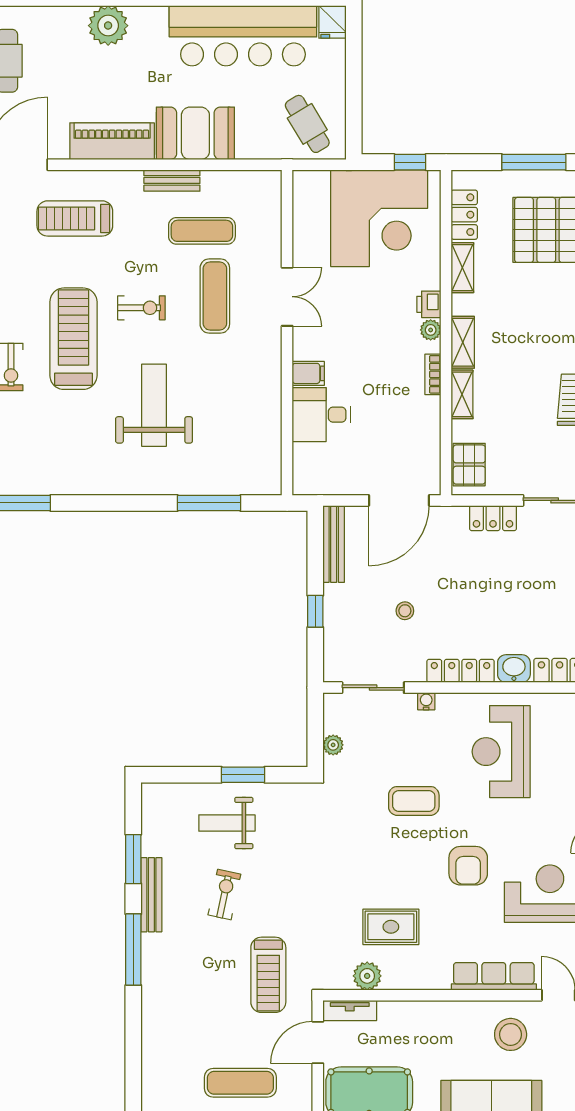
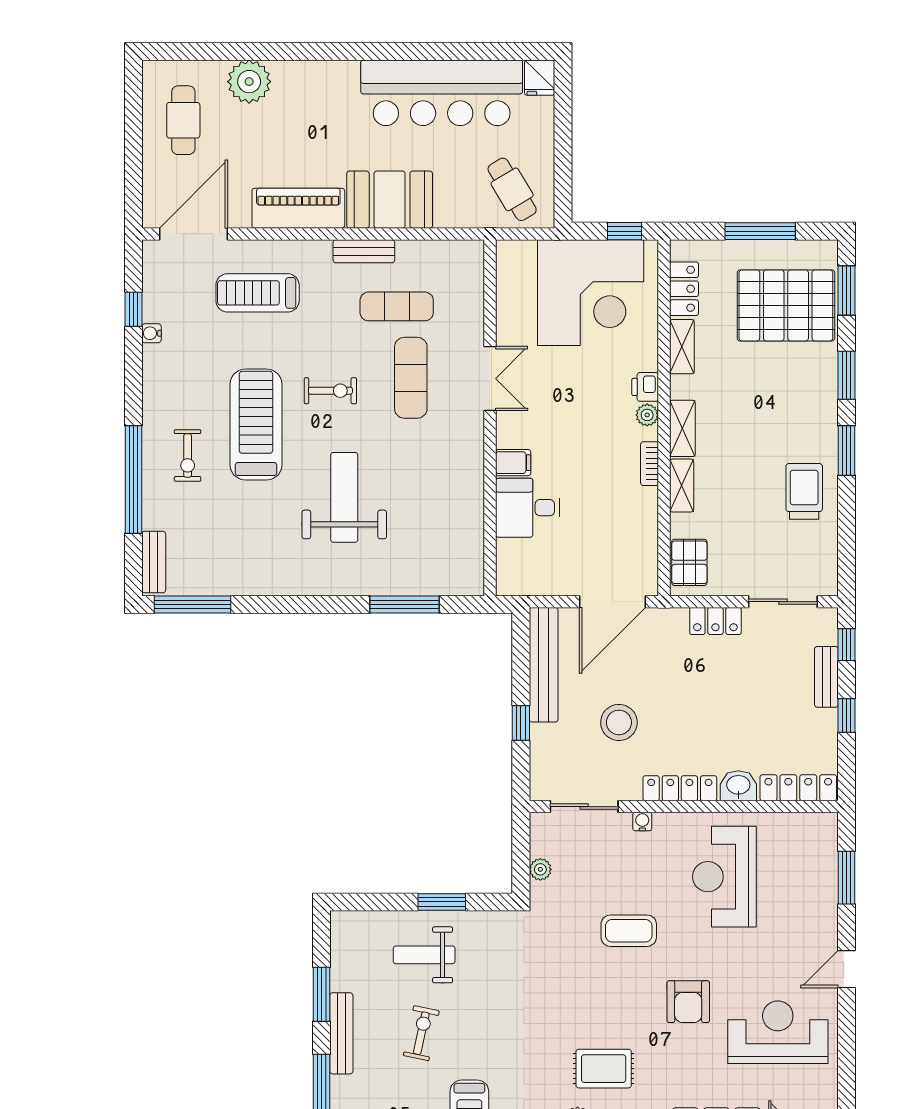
plant: (108, 26) -> (249, 82), moved
bench: (334, 544) -> (544, 665), width x1.37, depth x1.21
stool: (405, 611) -> (619, 722), width x1.89, depth x1.89

